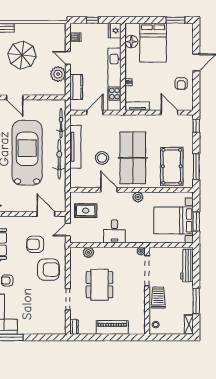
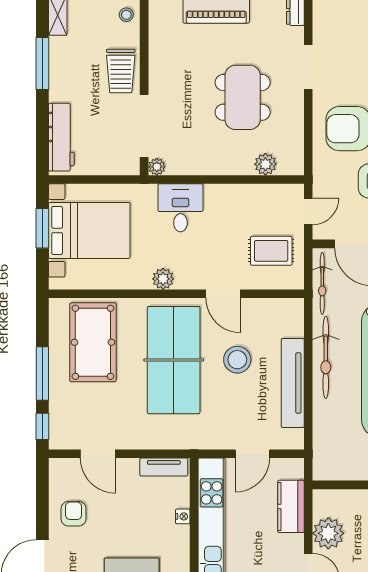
bicycle: (61, 123) -> (322, 283), moved
window: (196, 167) -> (42, 373), moved
desk: (114, 231) -> (180, 208), moved

